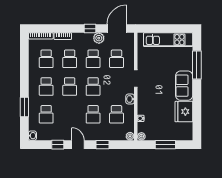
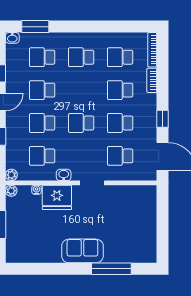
plant: (99, 38) -> (149, 131), removed
kitchen unit: (168, 40) -> (147, 228), removed
school desk: (70, 87) -> (42, 90), moved
window: (24, 107) -> (35, 27), moved
fridge: (184, 112) -> (57, 197), moved, turned 180

